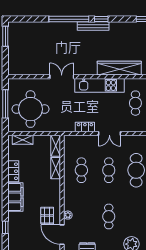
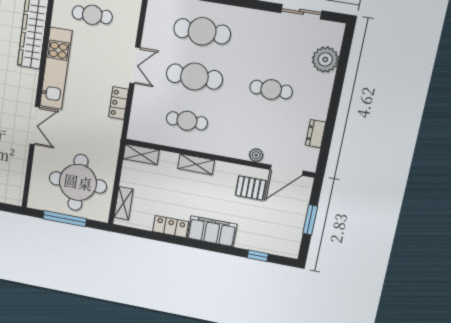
double door: (62, 77) -> (35, 126), swing flipped
shelving: (56, 168) -> (196, 164), moved
cafe table: (109, 170) -> (194, 77), width x1.37, depth x1.35

